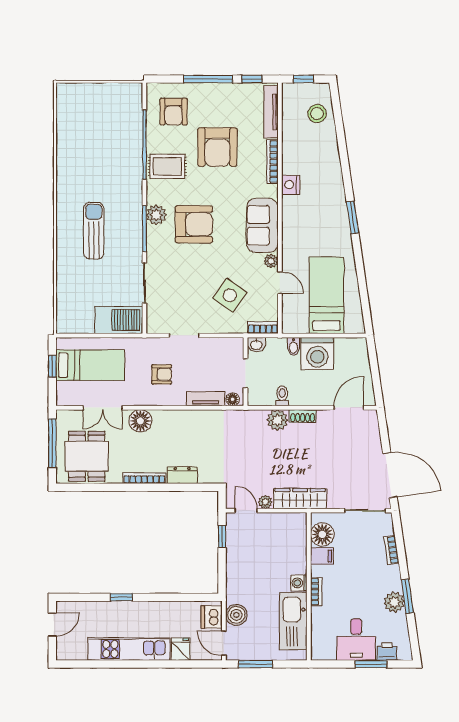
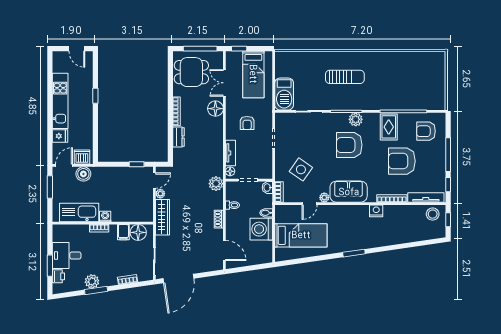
stool: (317, 114) -> (433, 214), moved
armchair: (194, 224) -> (349, 145), turned 90
window: (52, 366) -> (239, 49), moved
plant: (277, 420) -> (216, 184), moved

